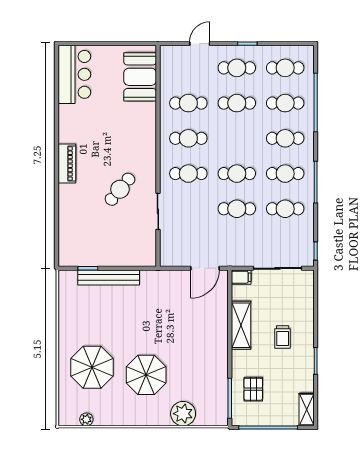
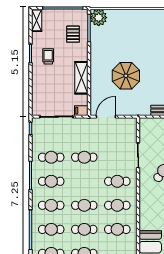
cafe table: (237, 174) -> (84, 205), moved
trolley: (283, 337) -> (48, 56), moved
parasol: (146, 375) -> (126, 76), moved
plant: (183, 414) -> (99, 18), moved

